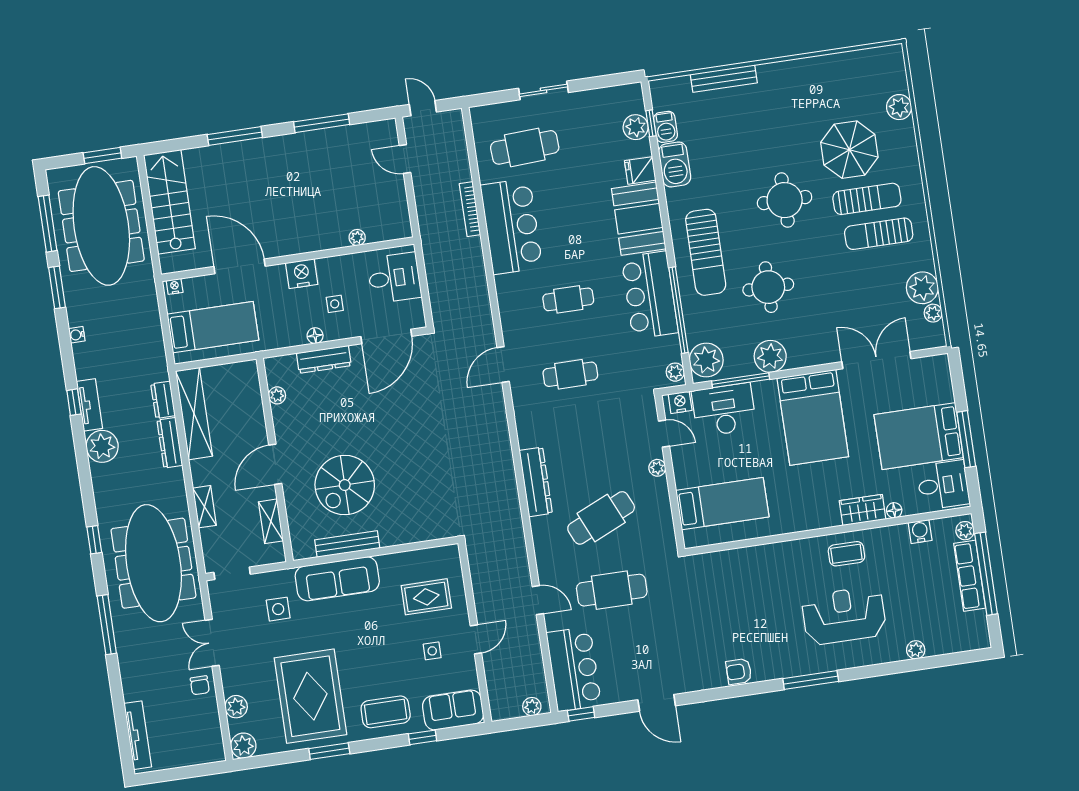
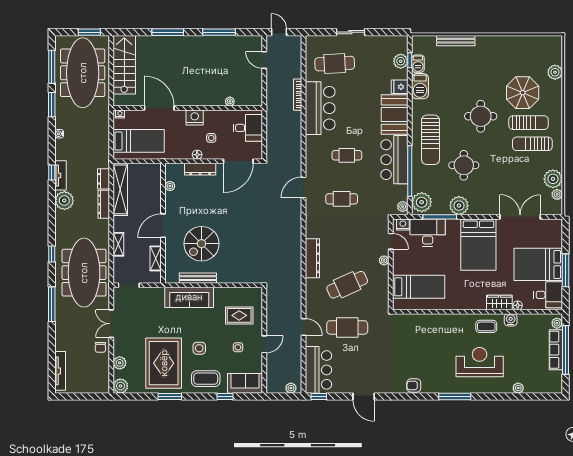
water cooler: (920, 532) -> (511, 320), moved
side table: (278, 609) -> (199, 348), moved

